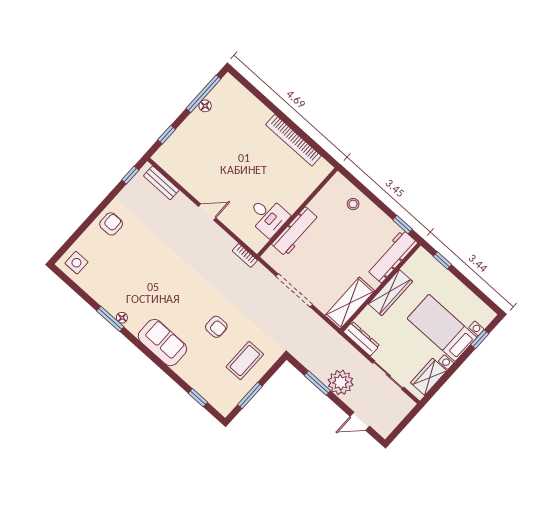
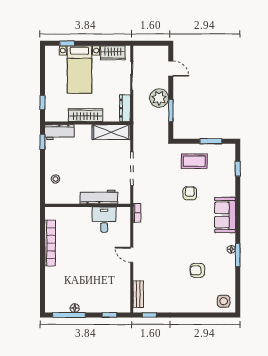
armchair: (111, 224) -> (197, 270), moved
workbench: (392, 256) -> (59, 132), width x0.73

